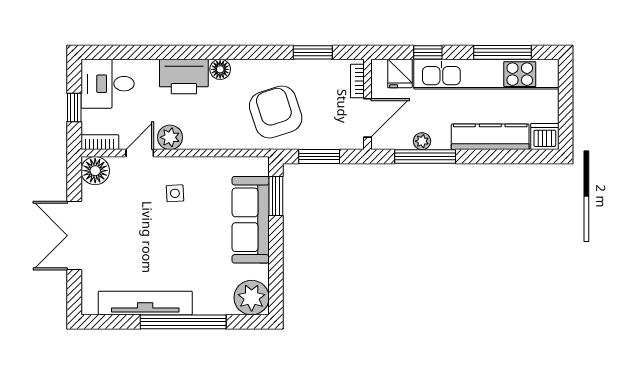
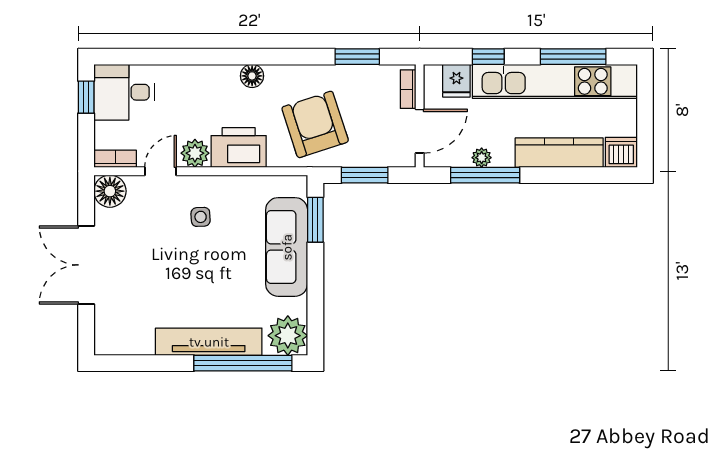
printer: (184, 77) -> (239, 148), moved, turned 180
window: (74, 107) -> (86, 97), moved
tv unit: (145, 303) -> (209, 342), moved
window: (183, 322) -> (243, 363), moved

